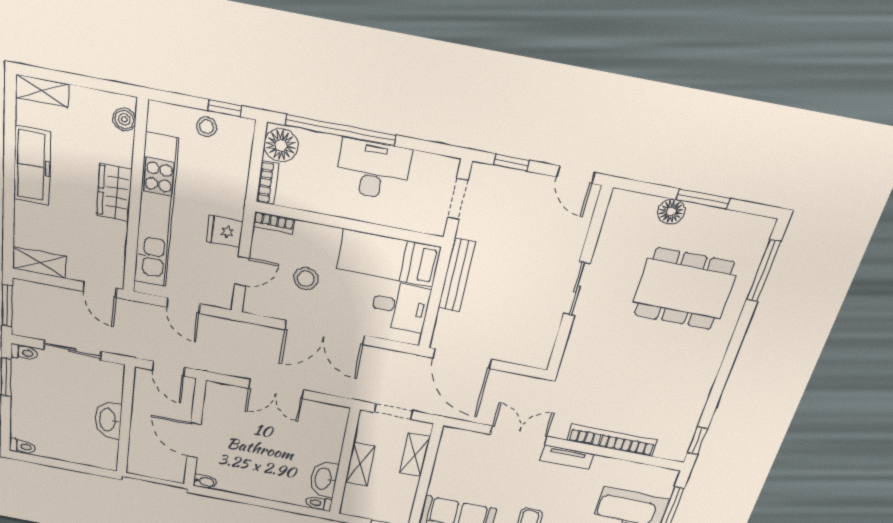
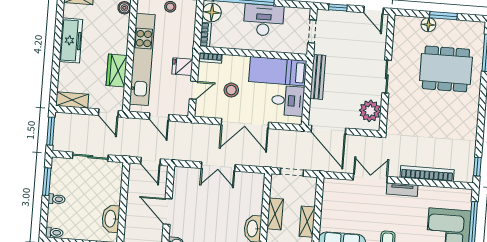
wardrobe: (114, 192) -> (117, 70), moved
plant: (537, 339) -> (370, 111), added
toilet: (24, 353) -> (57, 199), moved
washbasin: (108, 420) -> (111, 219), moved
shelving: (415, 455) -> (307, 222), moved

